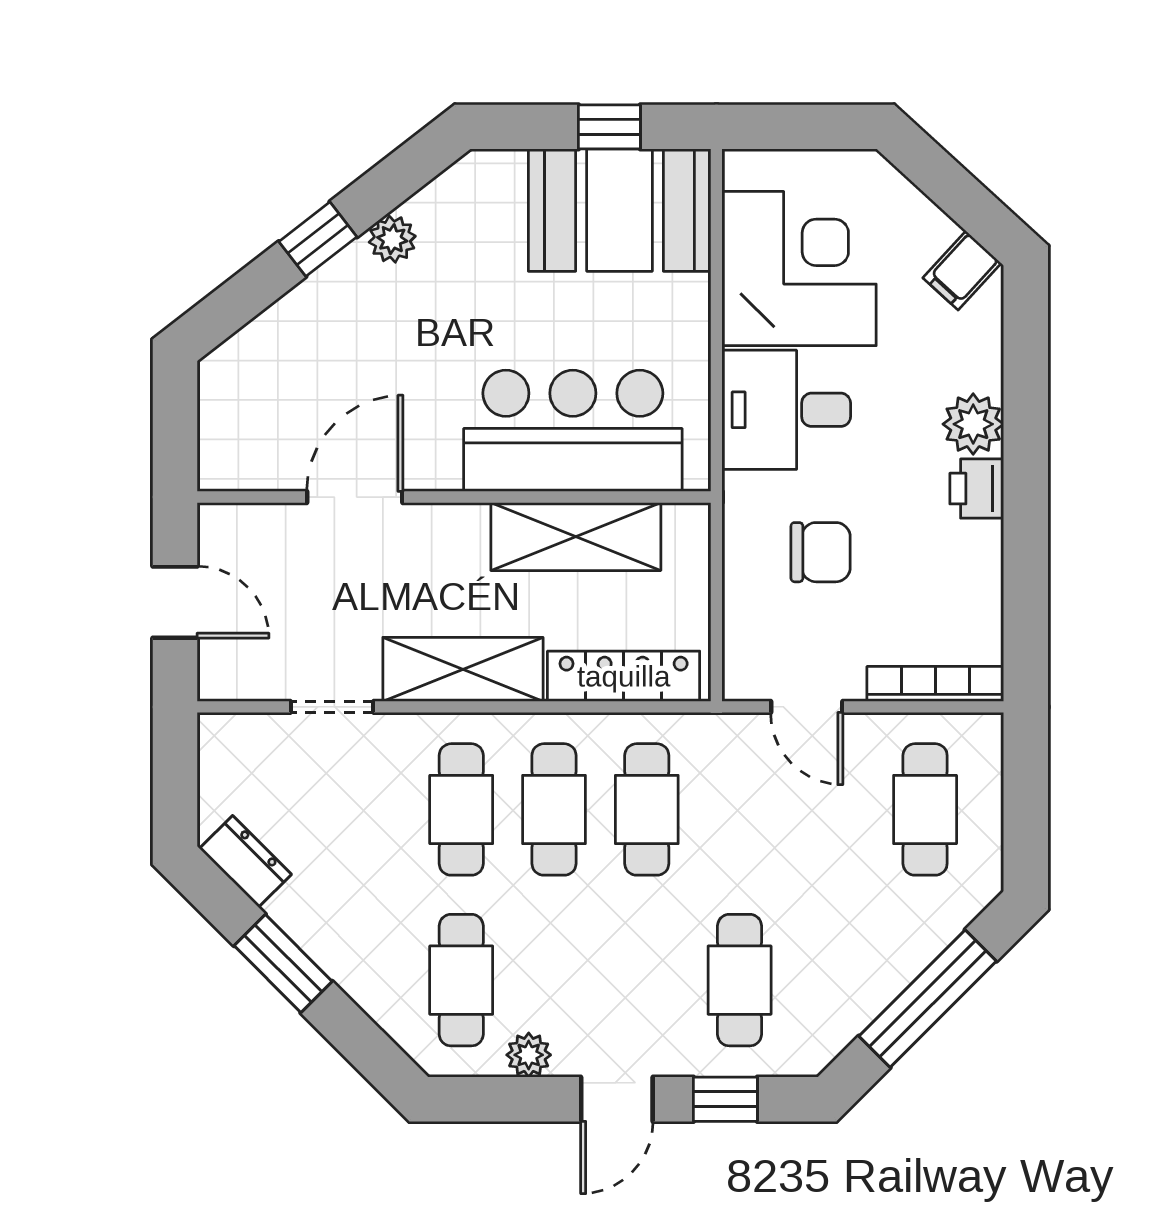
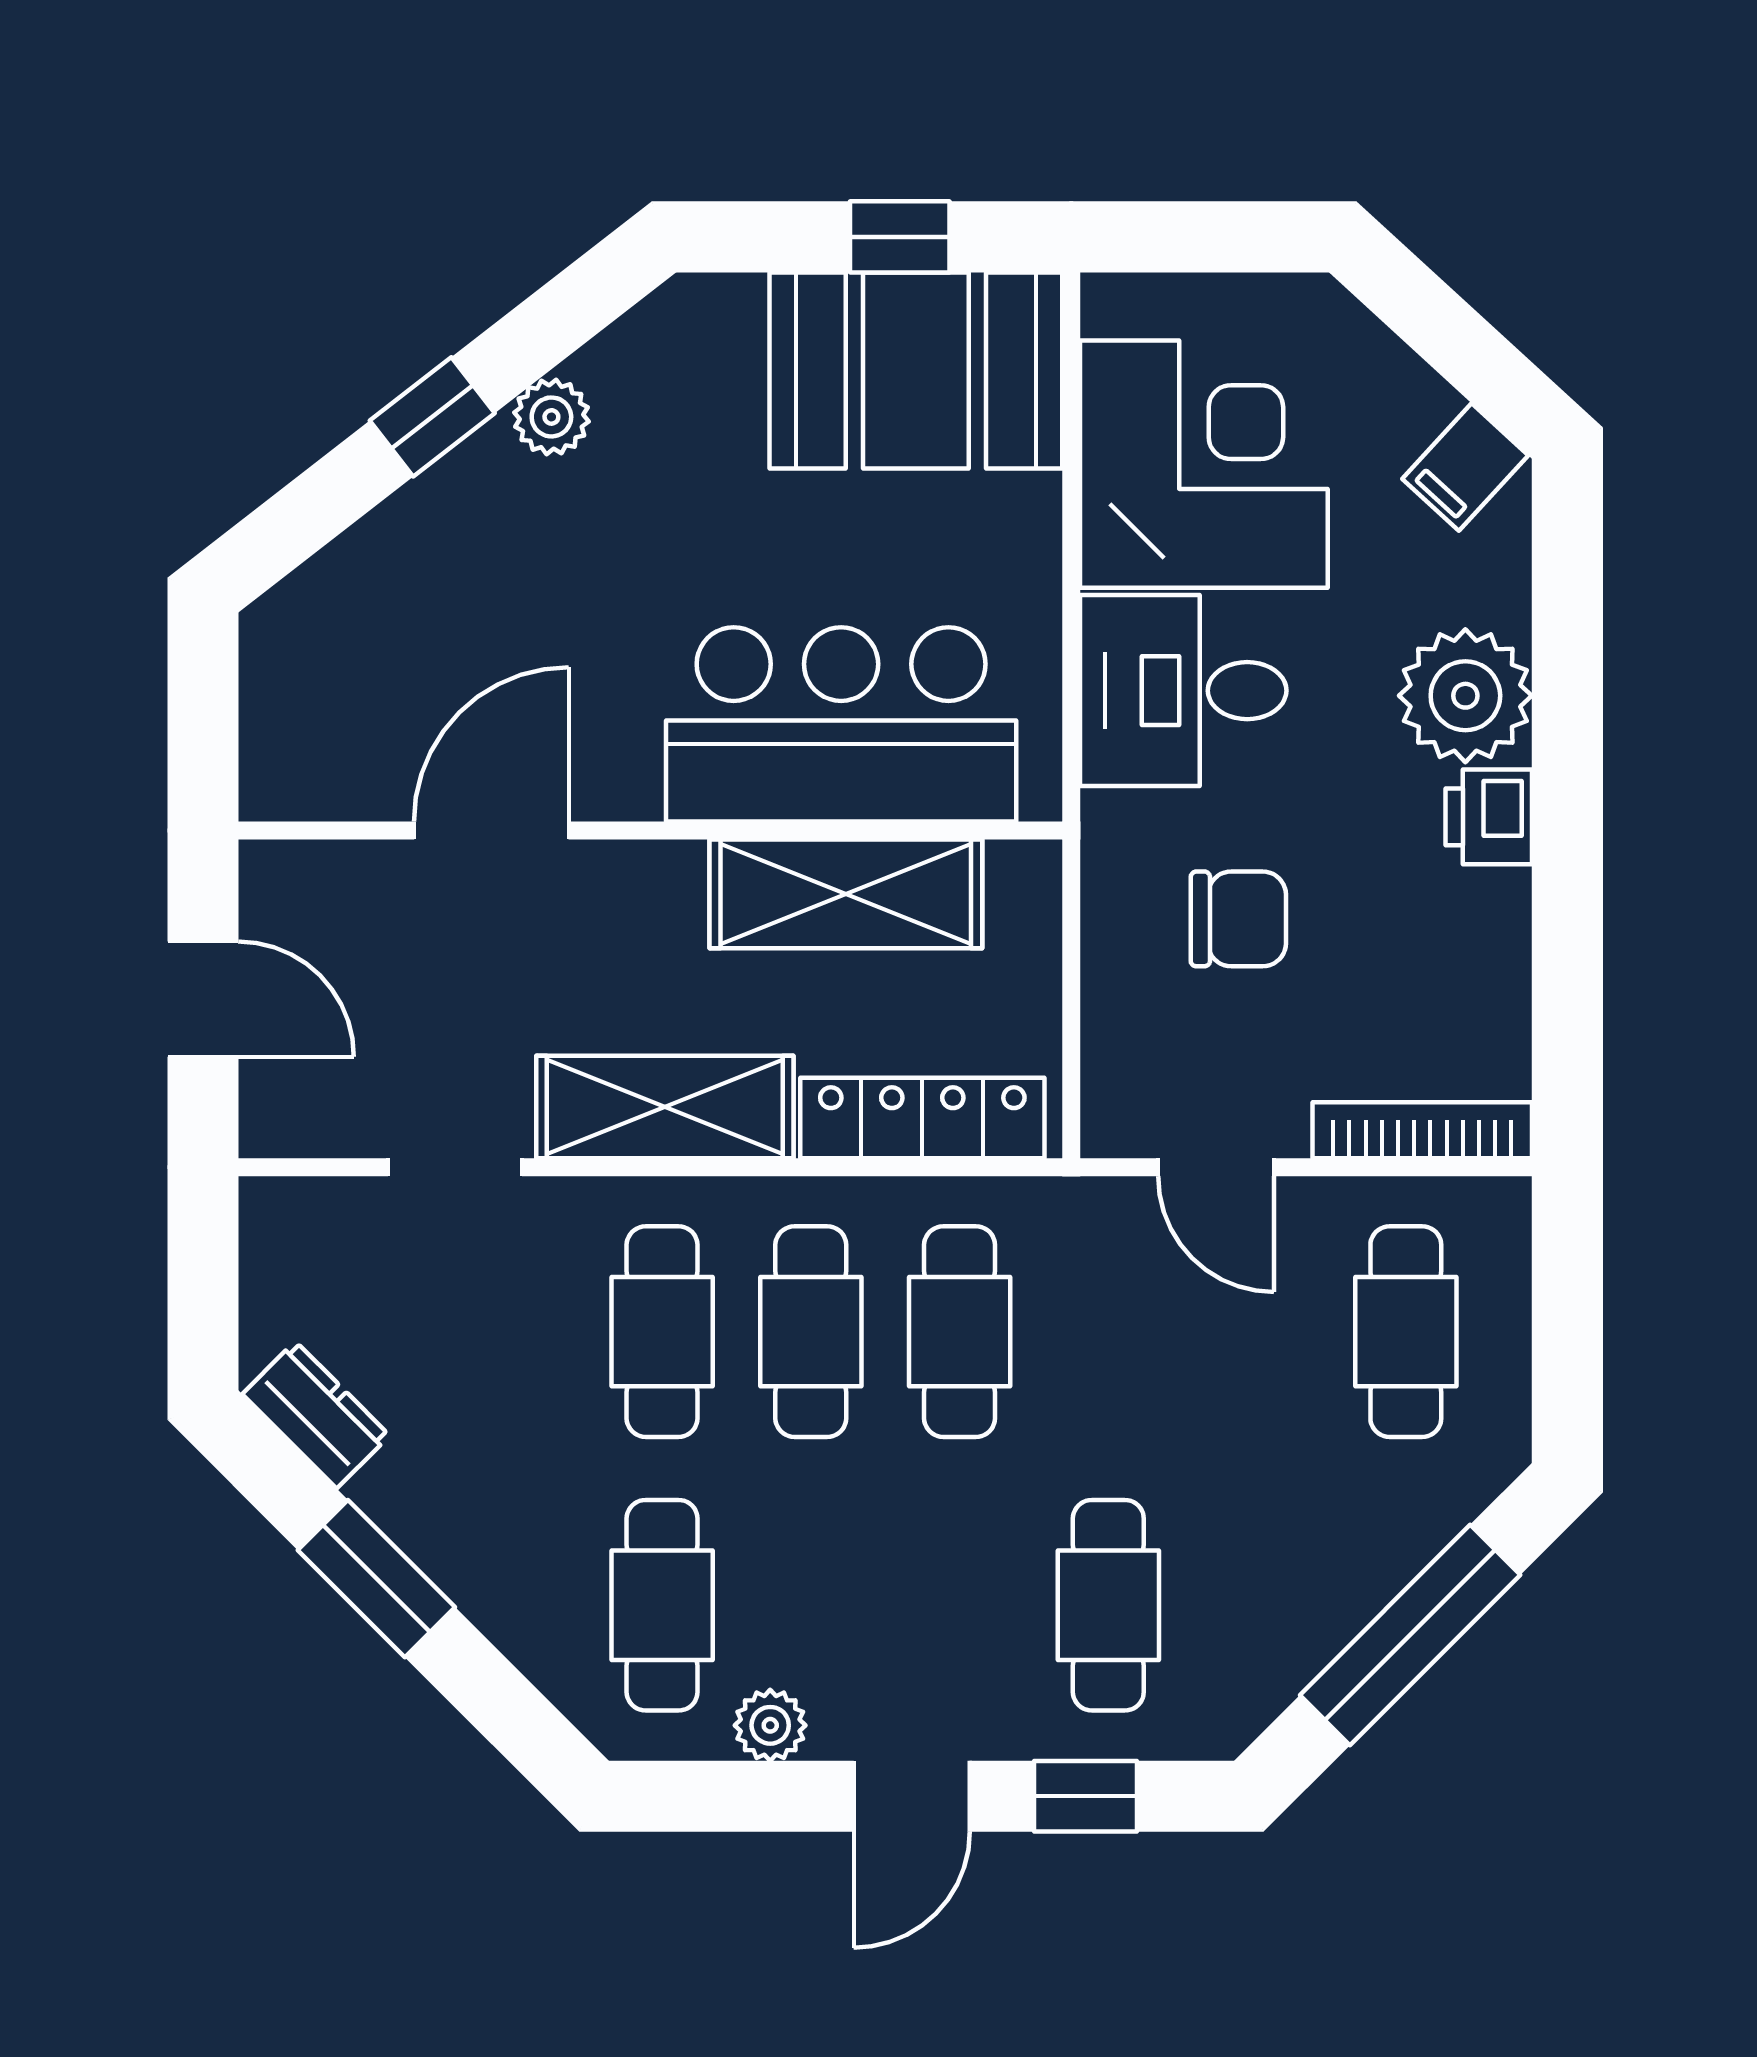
plant: (973, 424) -> (1465, 696), width x1.36, depth x1.36

